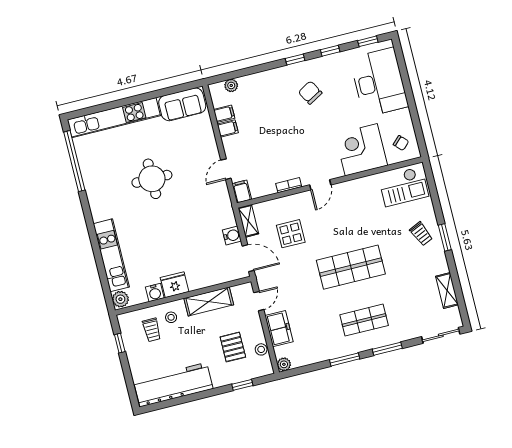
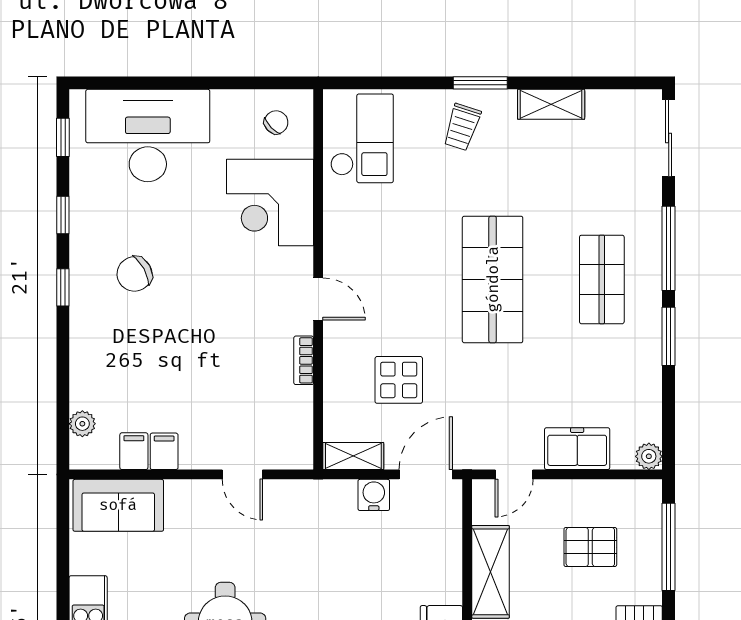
sofa: (182, 104) -> (118, 505), moved, turned 90
filing cabinet: (242, 191) -> (293, 455), removed
trolley: (421, 234) -> (462, 127), turned 132
shelving: (447, 290) -> (551, 104), moved
door: (259, 301) -> (514, 474), swing flipped
stool: (261, 349) -> (609, 493), removed
window: (387, 349) -> (669, 248), width x1.44
window: (242, 385) -> (669, 547), width x2.17

